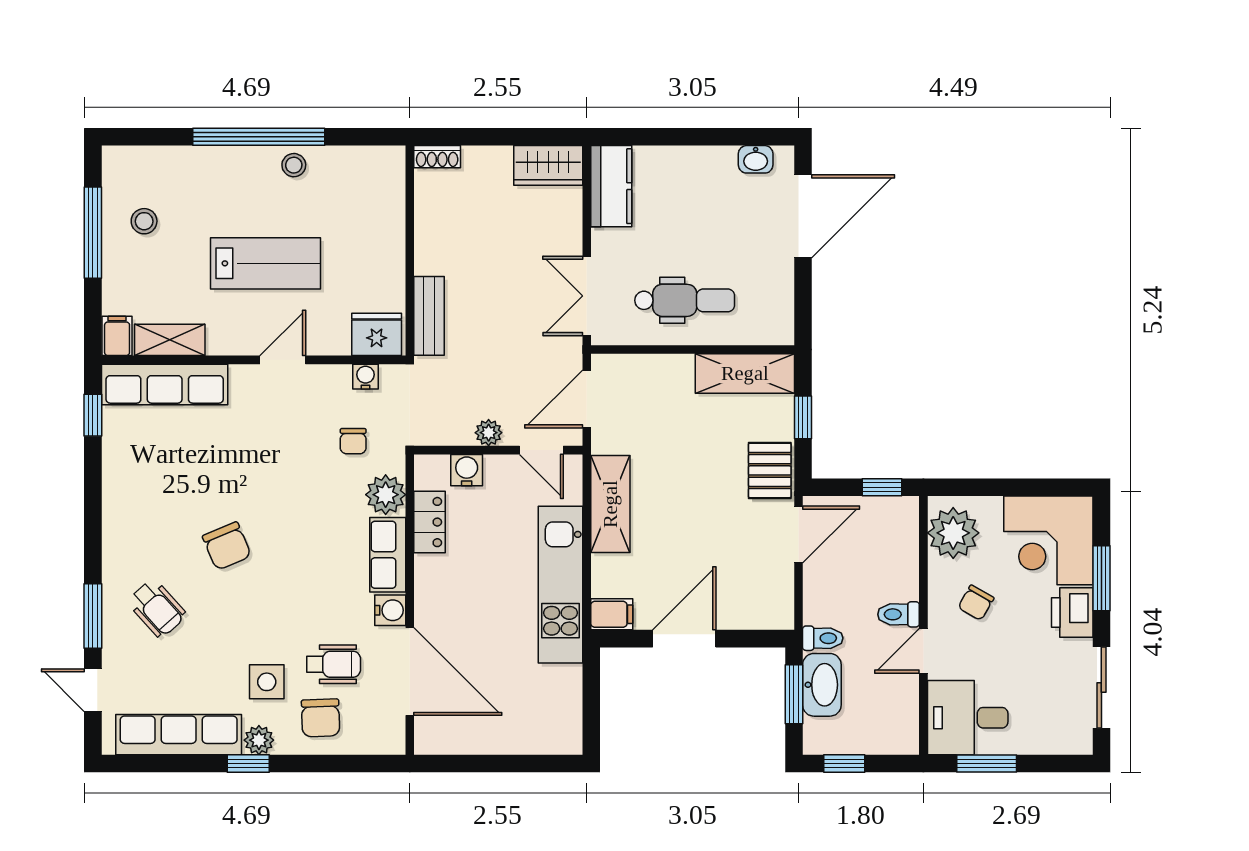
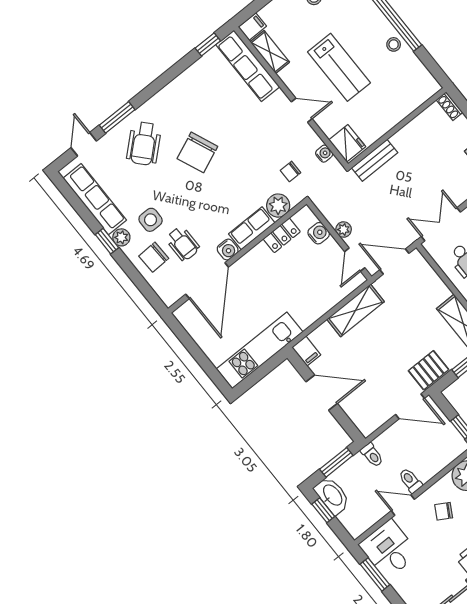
chair: (227, 546) -> (197, 152), width x1.37, depth x1.37
kitchen unit: (560, 585) -> (260, 350), moved
wheelchair: (157, 608) -> (144, 144), width x1.36, depth x1.37
washbasin: (822, 685) -> (332, 495), moved, turned -90

